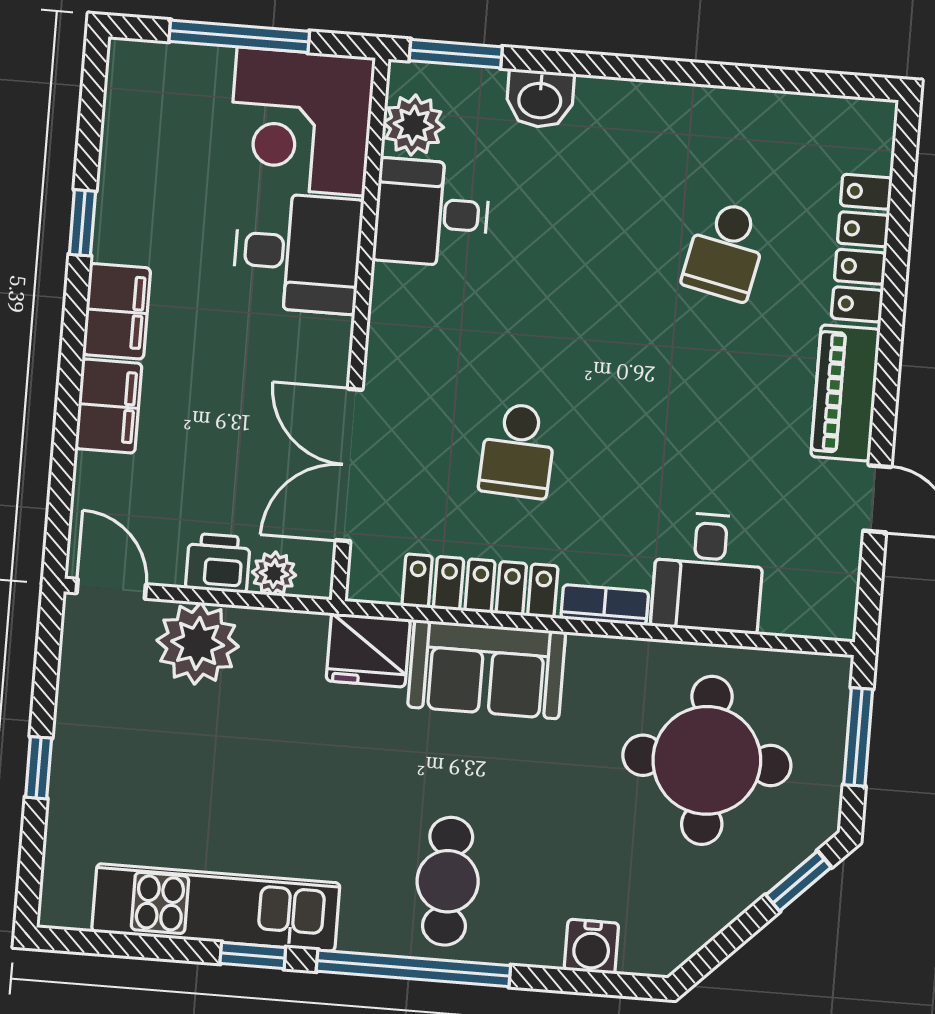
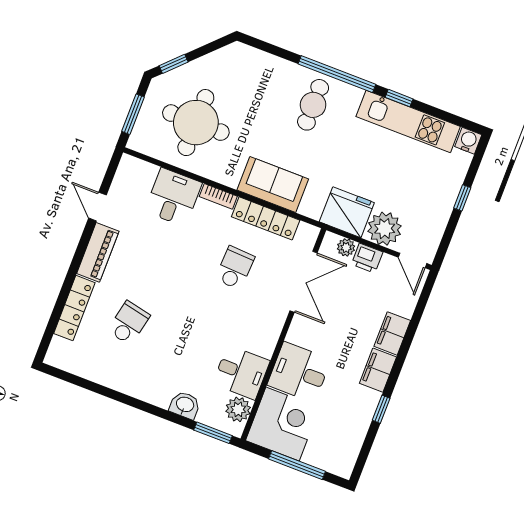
fridge: (368, 650) -> (347, 212), moved, width x1.36, depth x1.34
water cooler: (591, 947) -> (468, 141), moved

